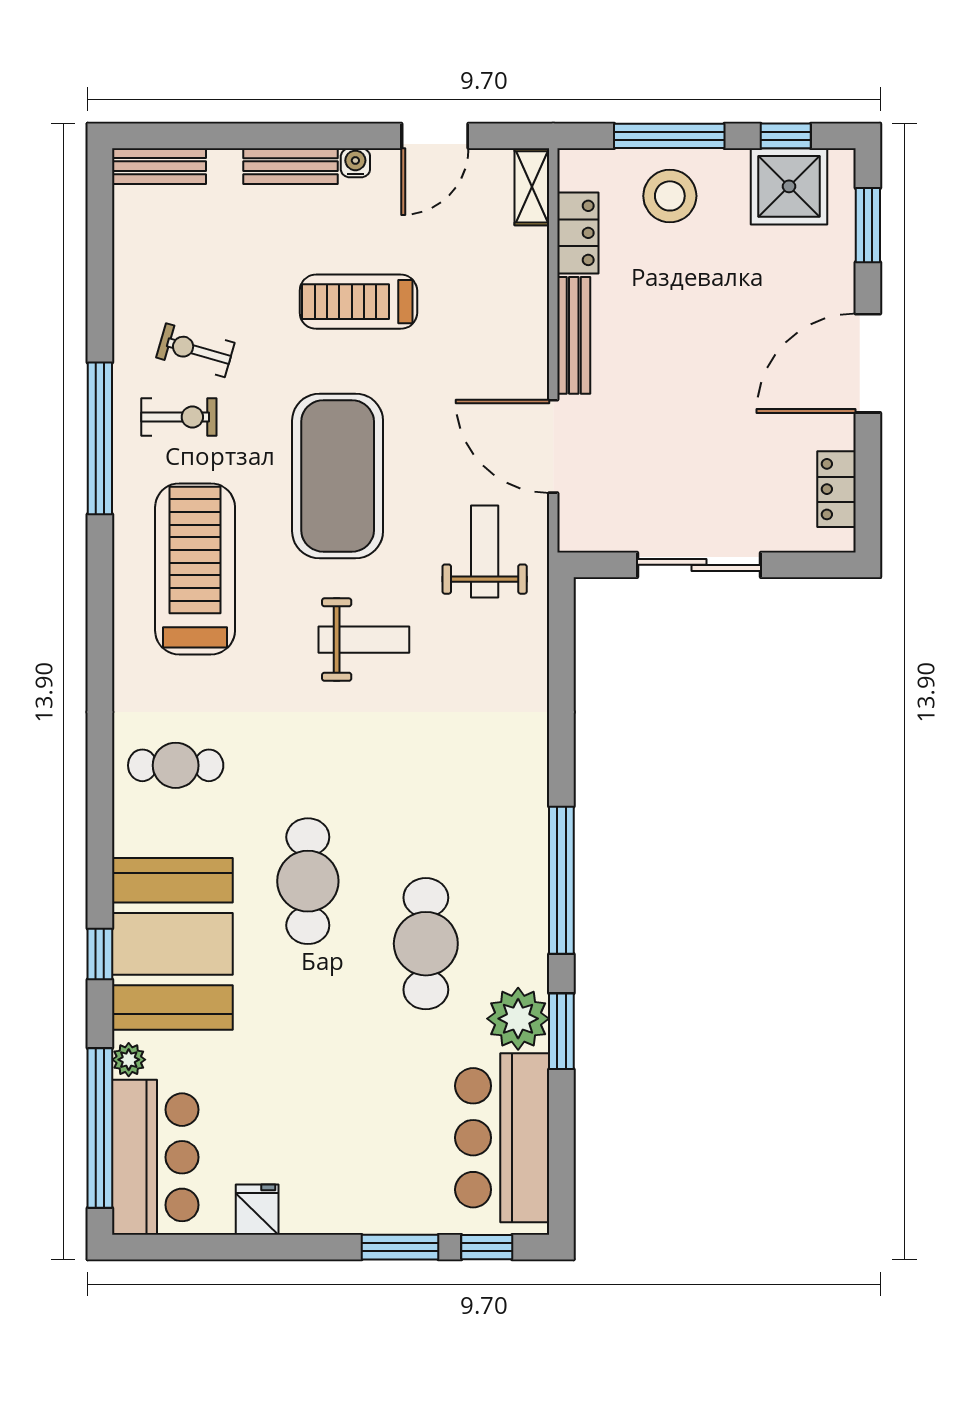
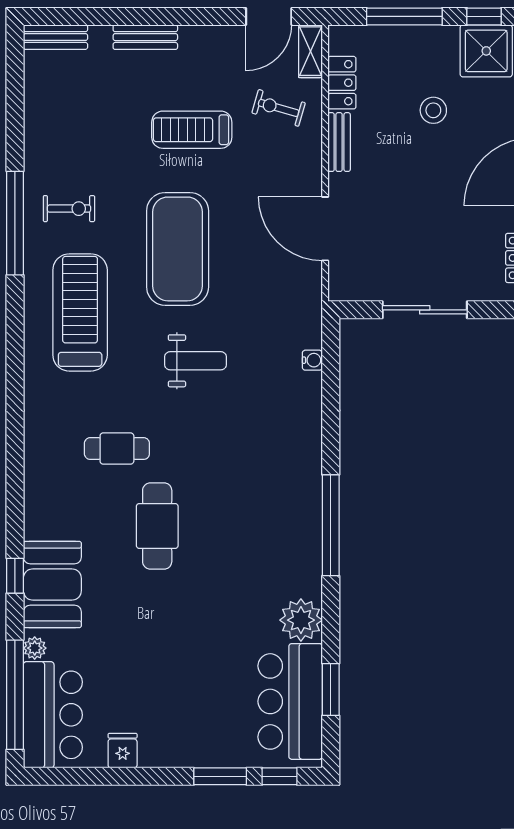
door: (435, 136) -> (269, 16), moved
water cooler: (355, 163) -> (312, 360), moved, turned 90
stool: (670, 196) -> (433, 110), moved, width x0.73, depth x0.73
bench: (574, 335) -> (339, 142), width x0.73
exercise bike: (195, 350) -> (279, 108), moved
weight bench: (485, 551) -> (278, 301), removed
cafe table: (176, 765) -> (117, 449), moved
booth: (172, 944) -> (52, 585), width x0.73, depth x0.70
cafe table: (426, 944) -> (238, 569), removed
window: (561, 1031) -> (331, 689), moved

